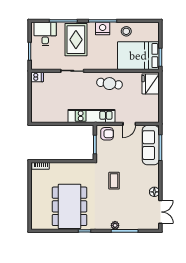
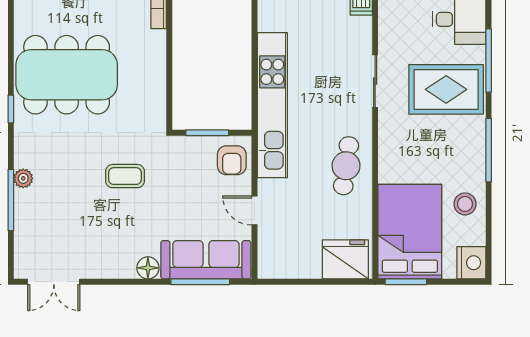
nightstand: (103, 29) -> (471, 263), moved
kitchen unit: (91, 116) -> (272, 105), width x1.36
floor lamp: (154, 192) -> (148, 268), moved

